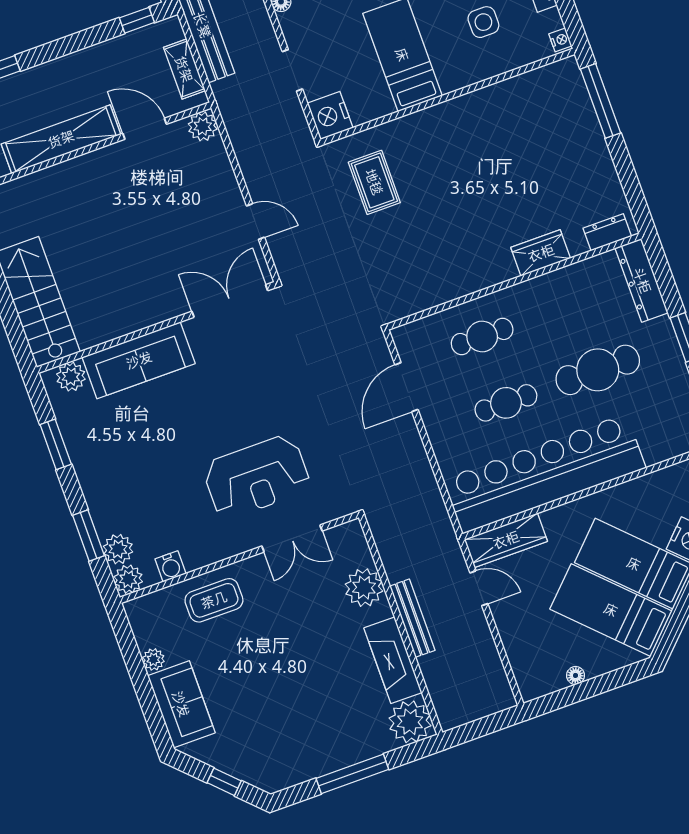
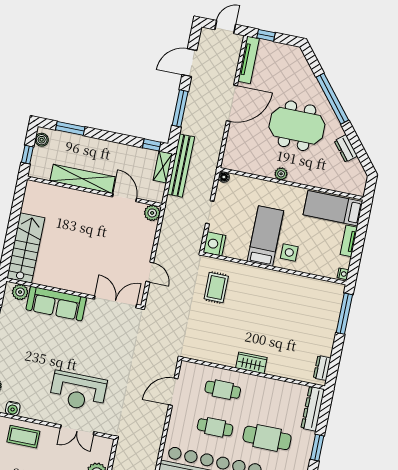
side table: (483, 22) -> (289, 252), moved
shelving: (184, 69) -> (163, 167), moved
dresser: (607, 232) -> (322, 368), moved, turned -90
wardrobe: (541, 253) -> (251, 363), moved

